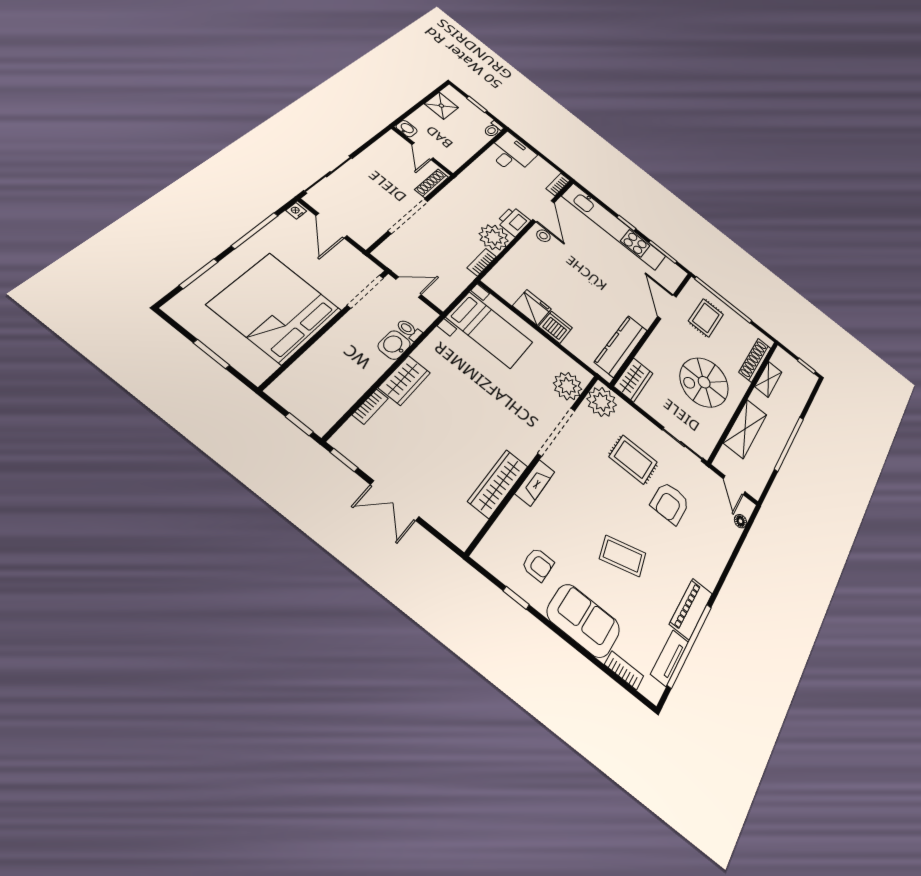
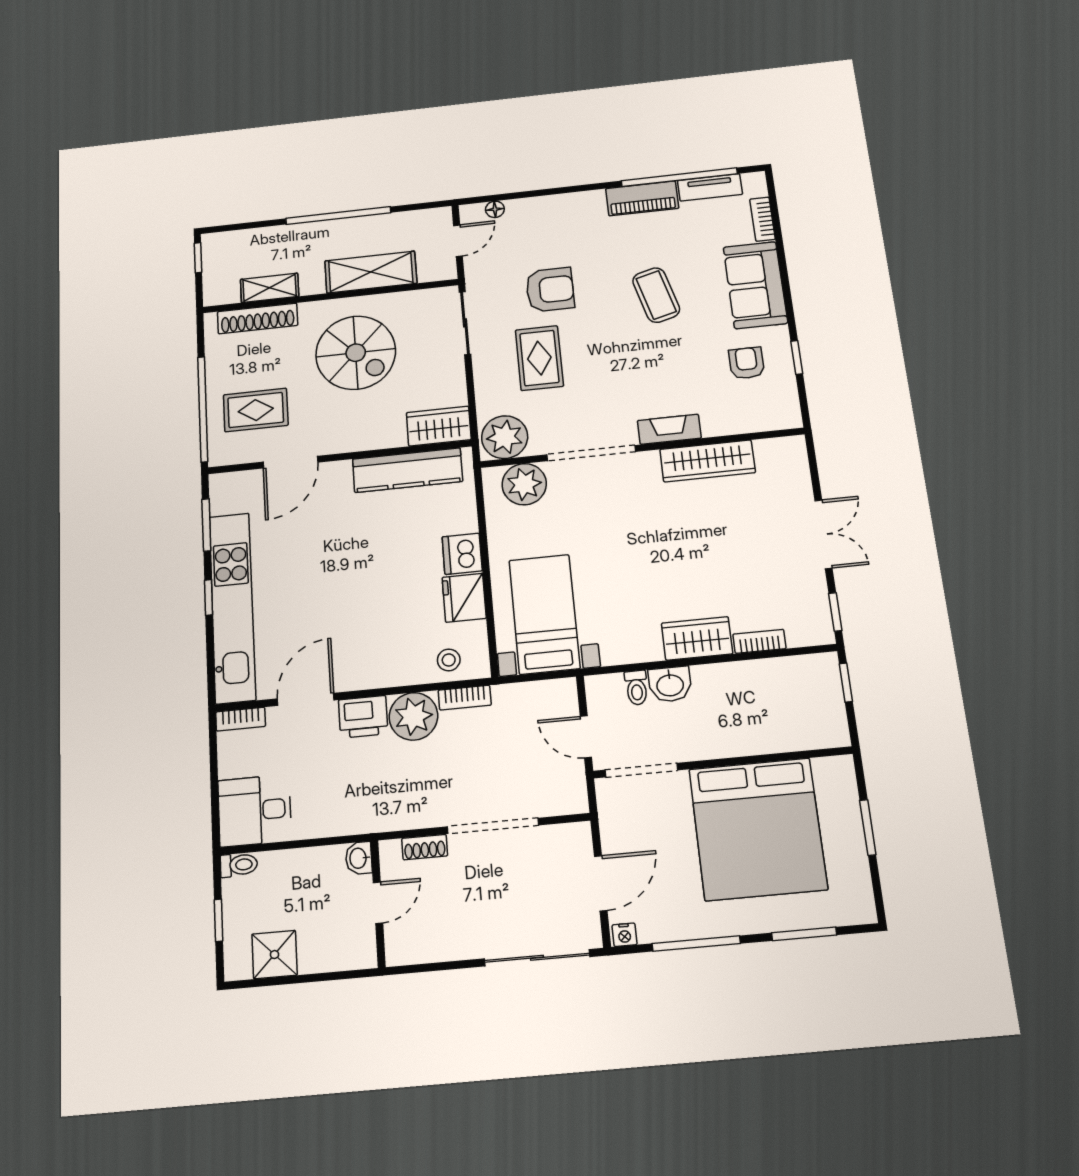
washbasin: (407, 129) -> (359, 858), moved
shoe rack: (432, 183) -> (425, 847), width x0.70
stool: (543, 236) -> (449, 660), moved

